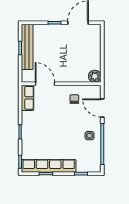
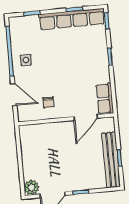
plant: (95, 76) -> (31, 188), moved
door: (45, 84) -> (86, 117), hinge flipped

